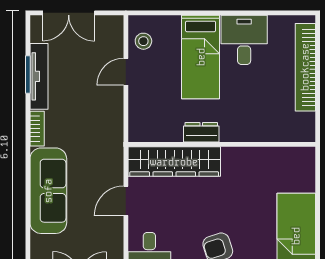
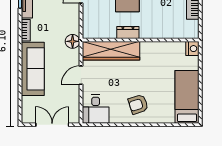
floor lamp: (112, 146) -> (73, 41), added
nightstand: (305, 158) -> (192, 49), added

